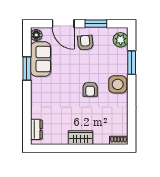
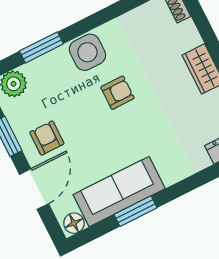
armchair: (85, 43) -> (47, 138), turned 95
sofa: (41, 59) -> (119, 192), width x1.36

